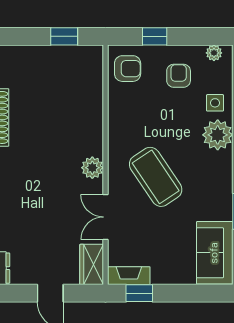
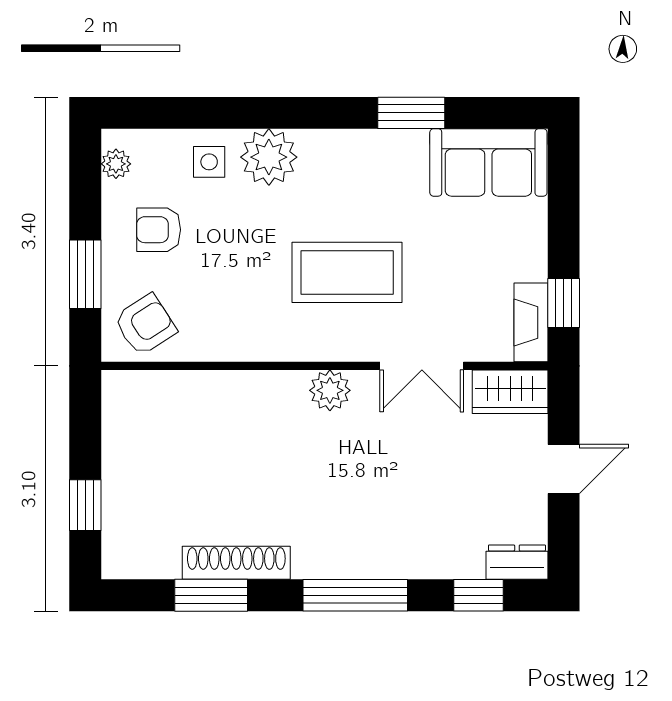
window: (64, 36) -> (85, 505), moved
window: (155, 36) -> (85, 274), width x1.50
armchair: (128, 69) -> (145, 325), turned 57
coffee table: (156, 177) -> (347, 272), turned 34

